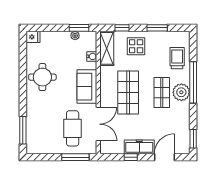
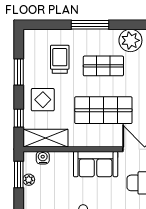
water cooler: (92, 56) -> (43, 158), moved
trolley: (177, 58) -> (60, 59), moved, turned 90
window: (193, 82) -> (90, 25), width x0.68
plant: (181, 92) -> (130, 40), moved

